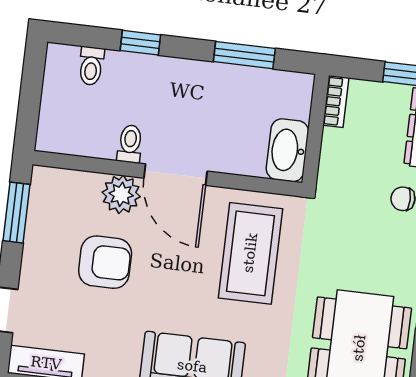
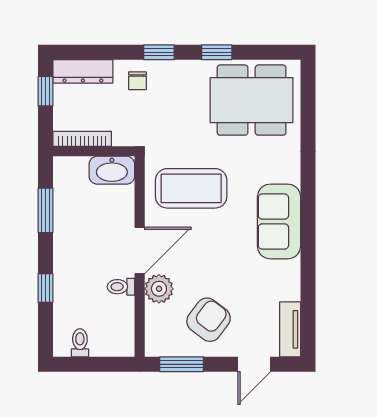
toilet: (91, 66) -> (80, 343), moved, turned -90
bookcase: (336, 101) -> (82, 139), width x1.56
armchair: (105, 262) -> (209, 320), moved, turned 37

